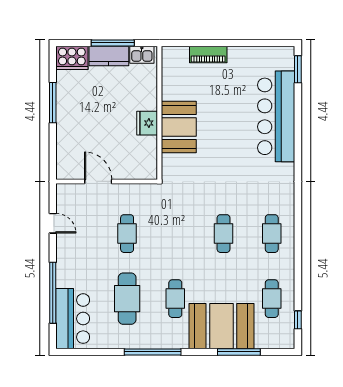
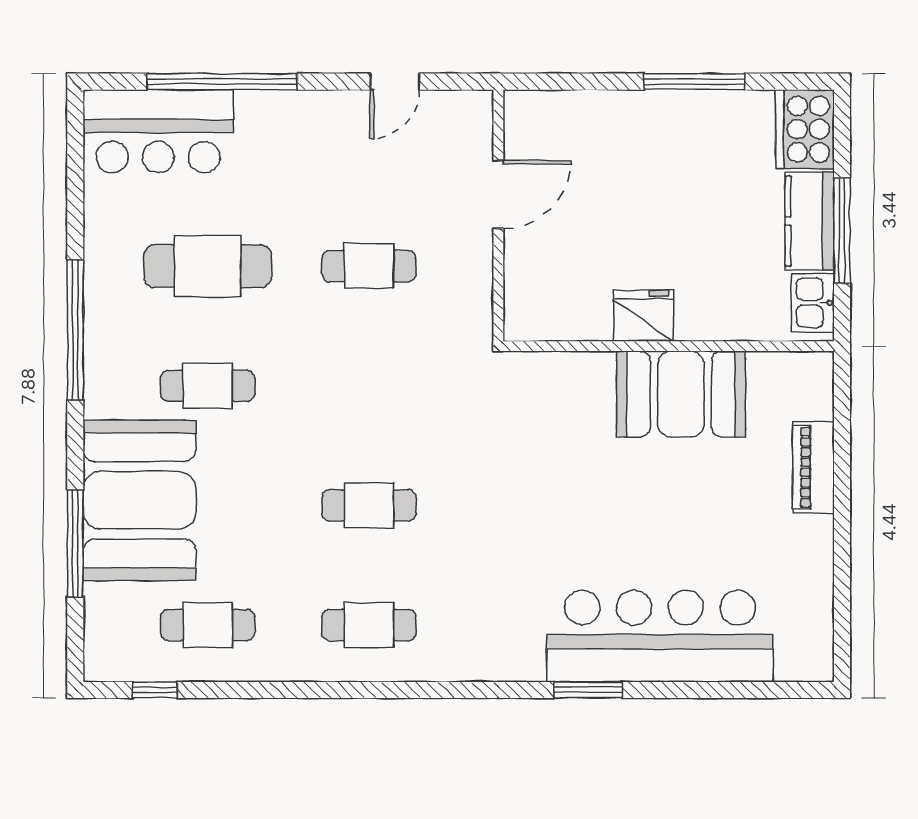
window: (298, 69) -> (588, 690), moved
booth: (179, 127) -> (681, 394), moved

